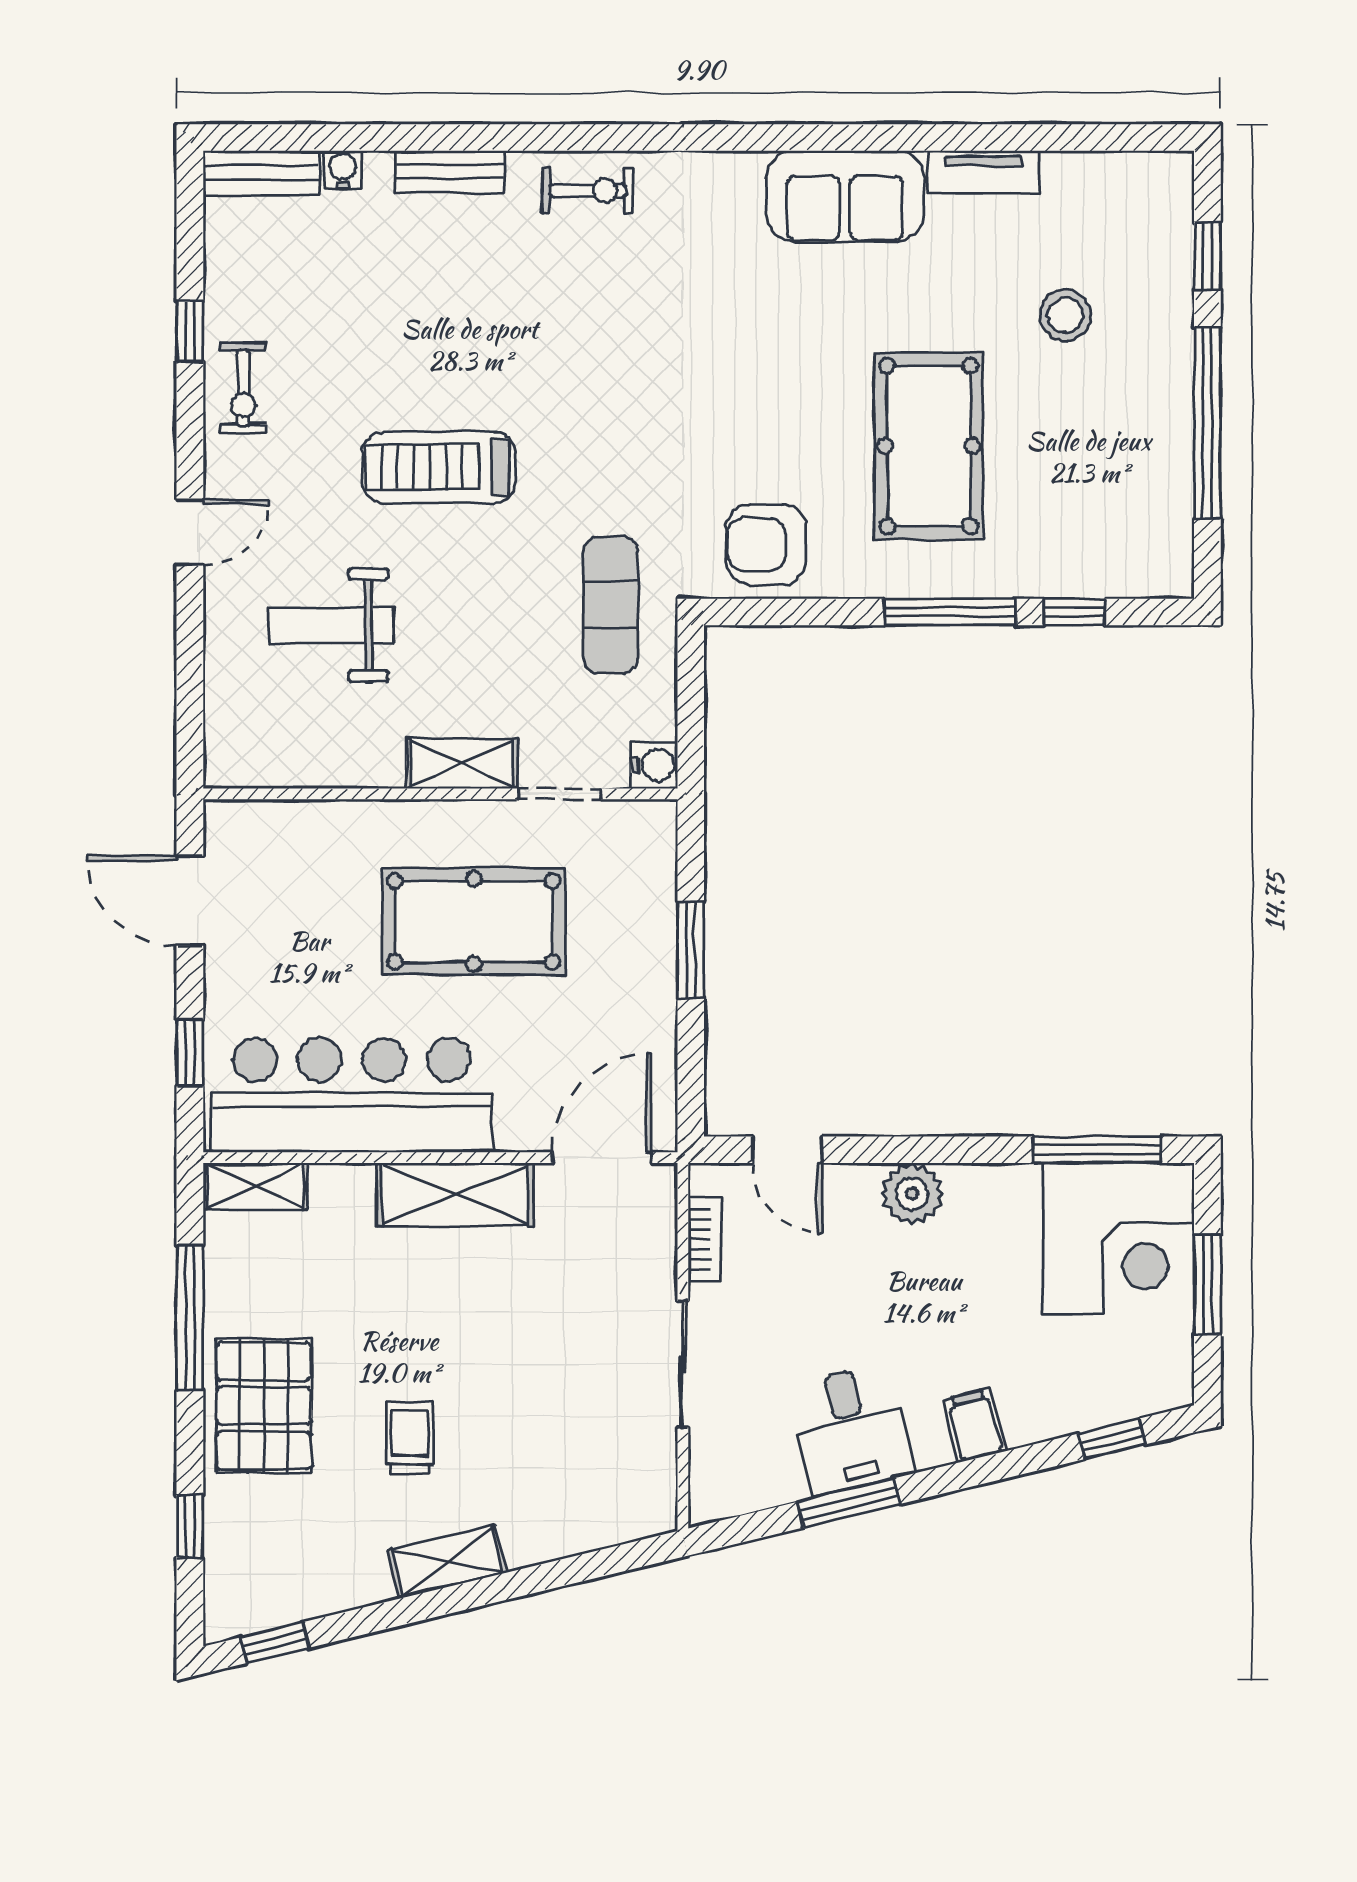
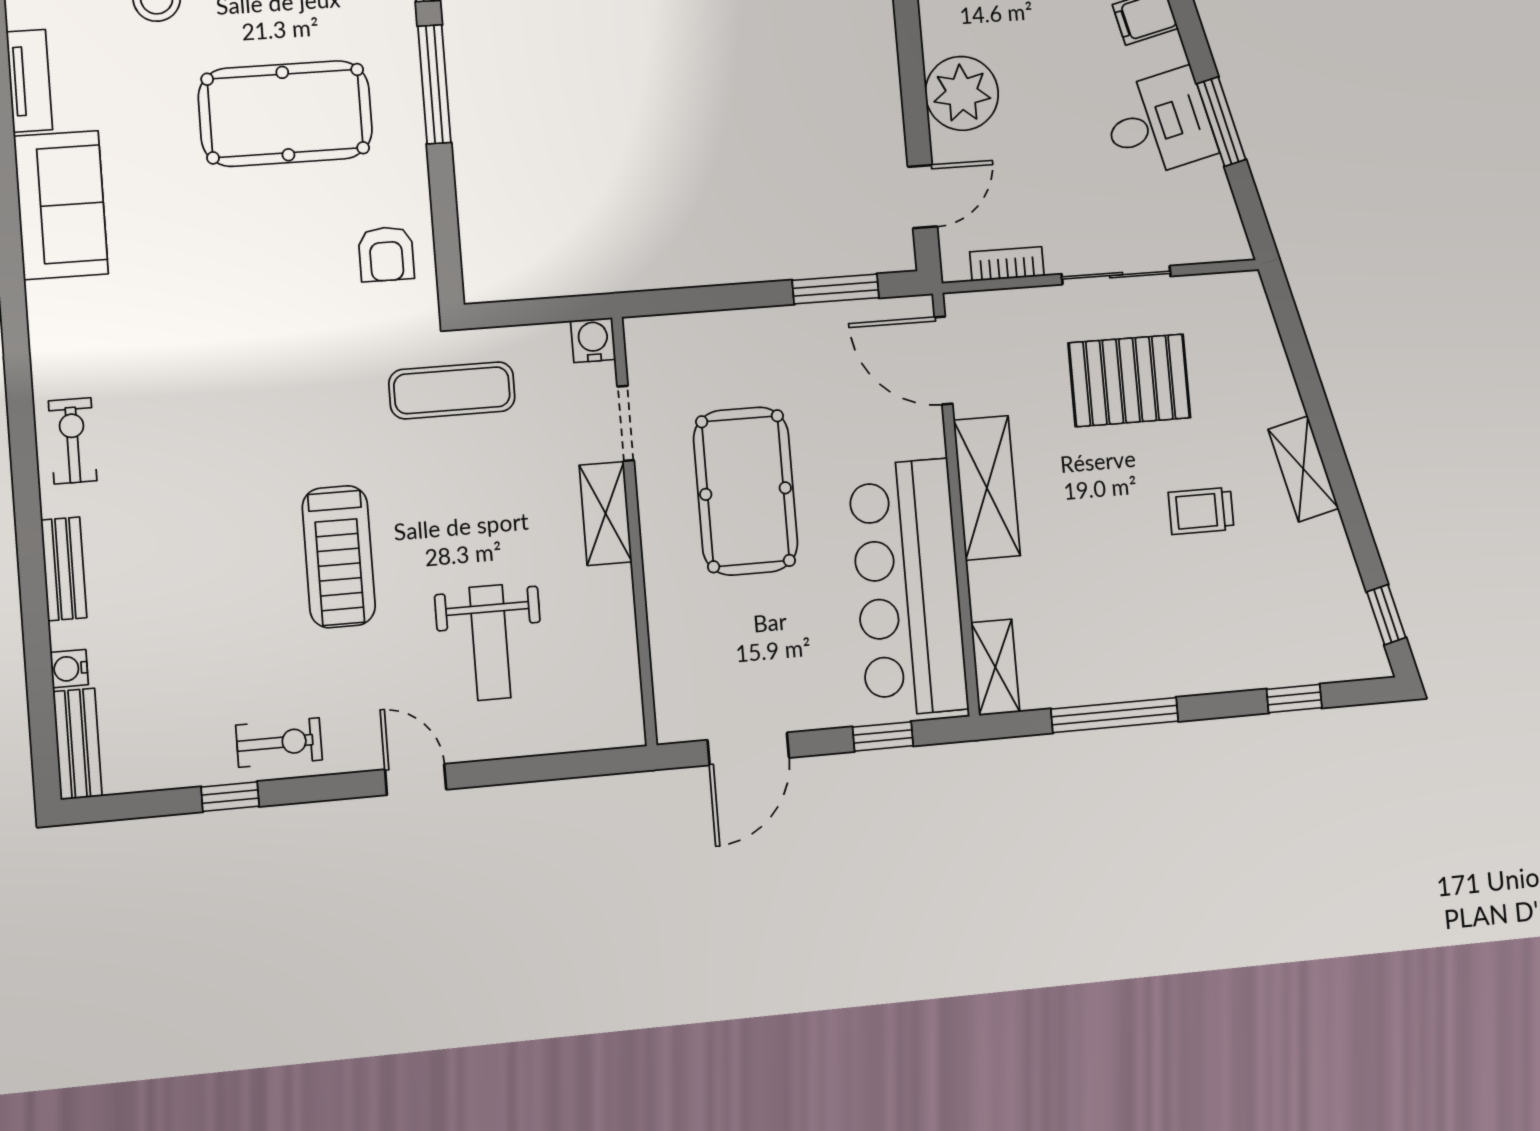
armchair: (766, 545) -> (386, 254), width x0.72, depth x0.72
window: (691, 950) -> (836, 289), moved
plant: (912, 1194) -> (962, 93), width x1.36, depth x1.36
pallet: (264, 1406) -> (1129, 380), moved

